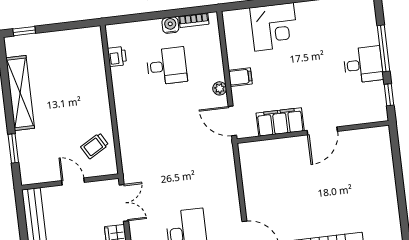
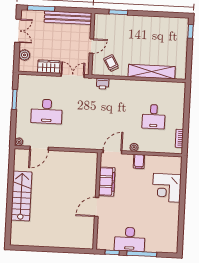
water cooler: (170, 25) -> (179, 123), removed
printer: (117, 56) -> (103, 84), moved
desk: (363, 65) -> (130, 239), width x1.37
shelving: (20, 93) -> (152, 72), moved
door: (322, 131) -> (97, 207), hinge flipped
double door: (124, 203) -> (73, 75), swing flipped

